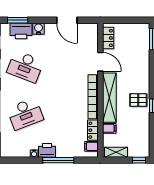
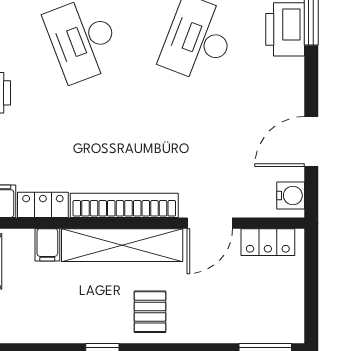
water cooler: (38, 29) -> (291, 195), moved
pallet: (138, 100) -> (150, 312), moved

